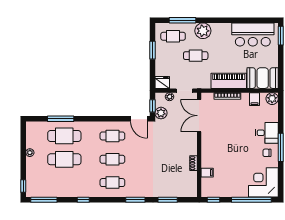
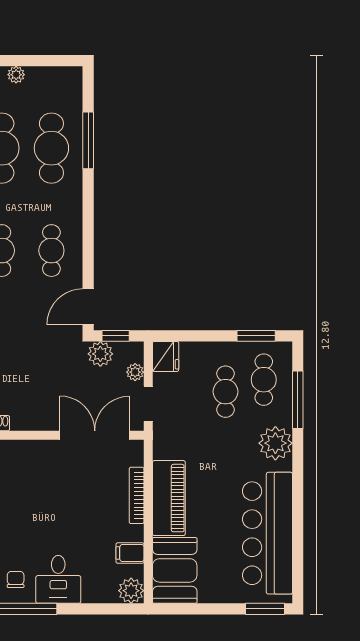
bar counter: (253, 35) -> (267, 533), width x1.36
window: (152, 50) -> (256, 336), moved
cafe table: (196, 56) -> (225, 392), moved

